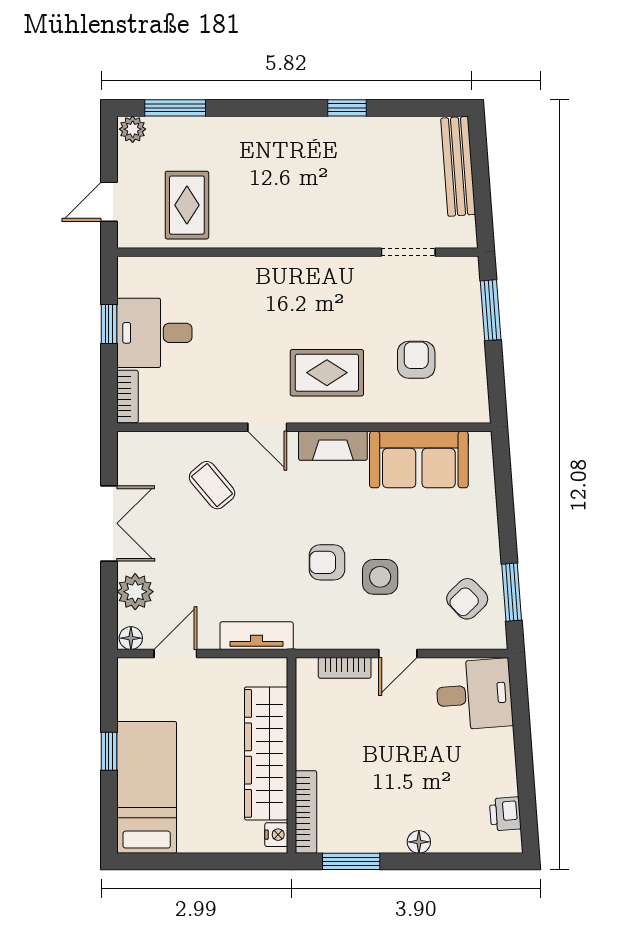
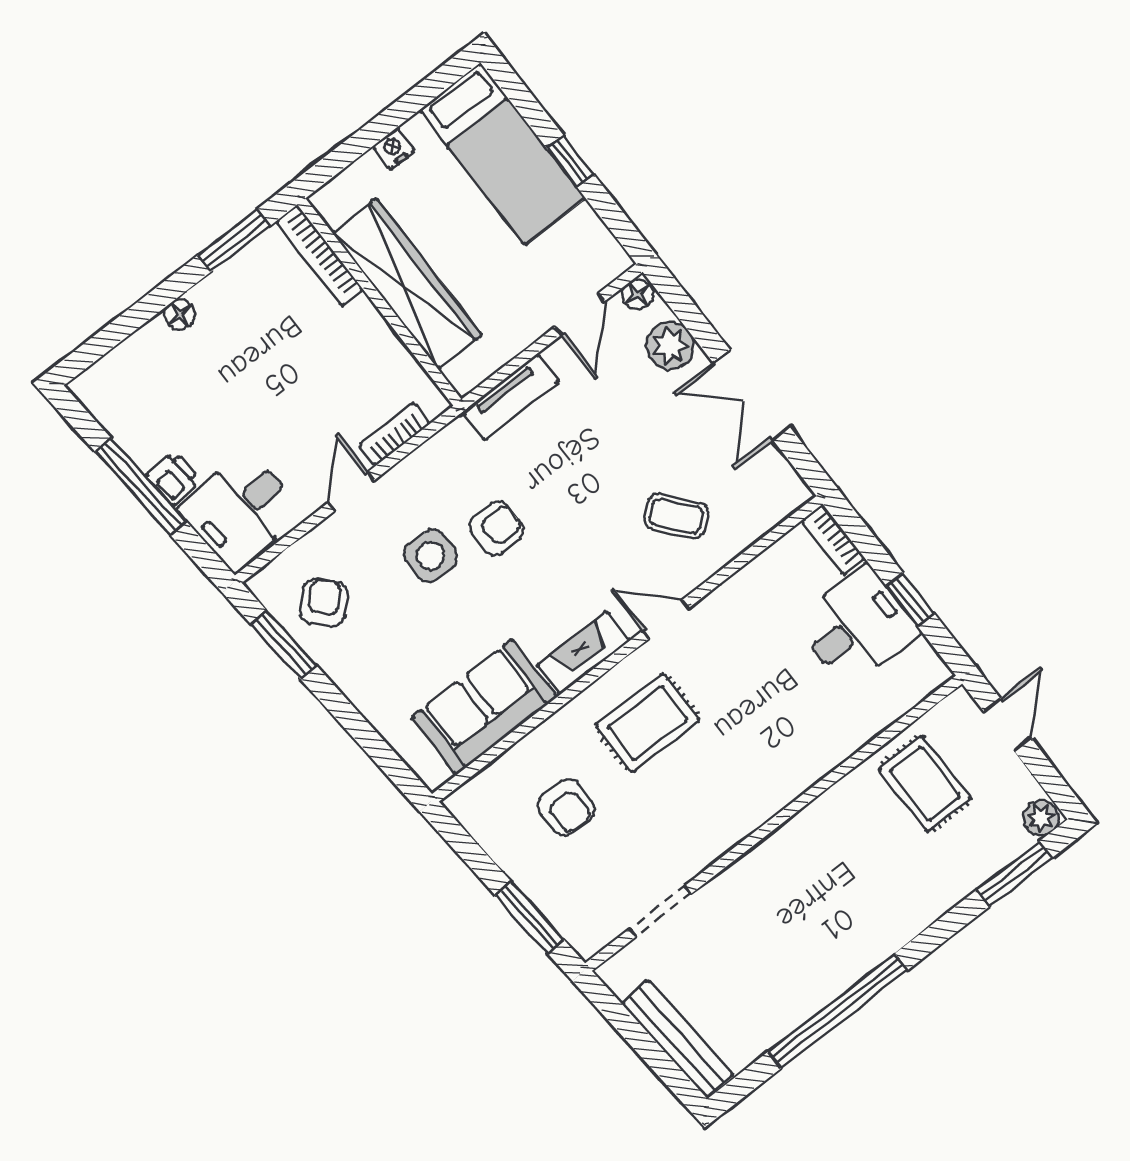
window: (347, 108) -> (838, 1011), width x3.17
window: (524, 756) -> (141, 487), added
printer: (505, 814) -> (173, 478), moved
nightstand: (276, 835) -> (394, 148), moved, turned 90

